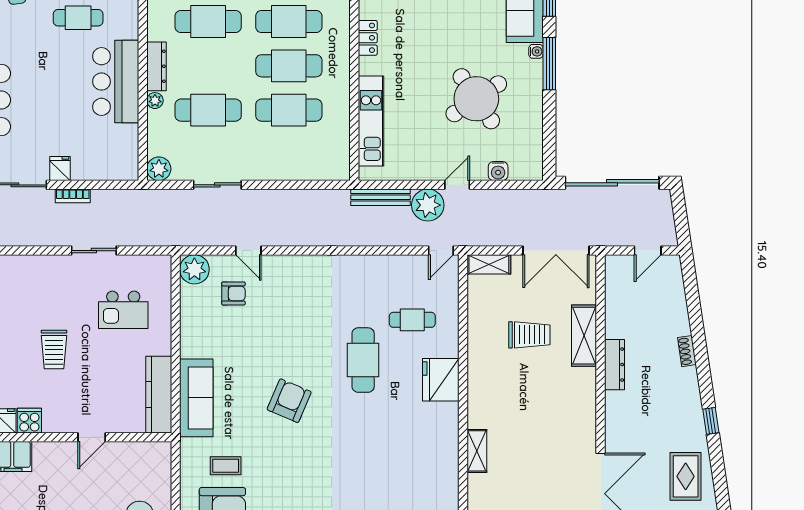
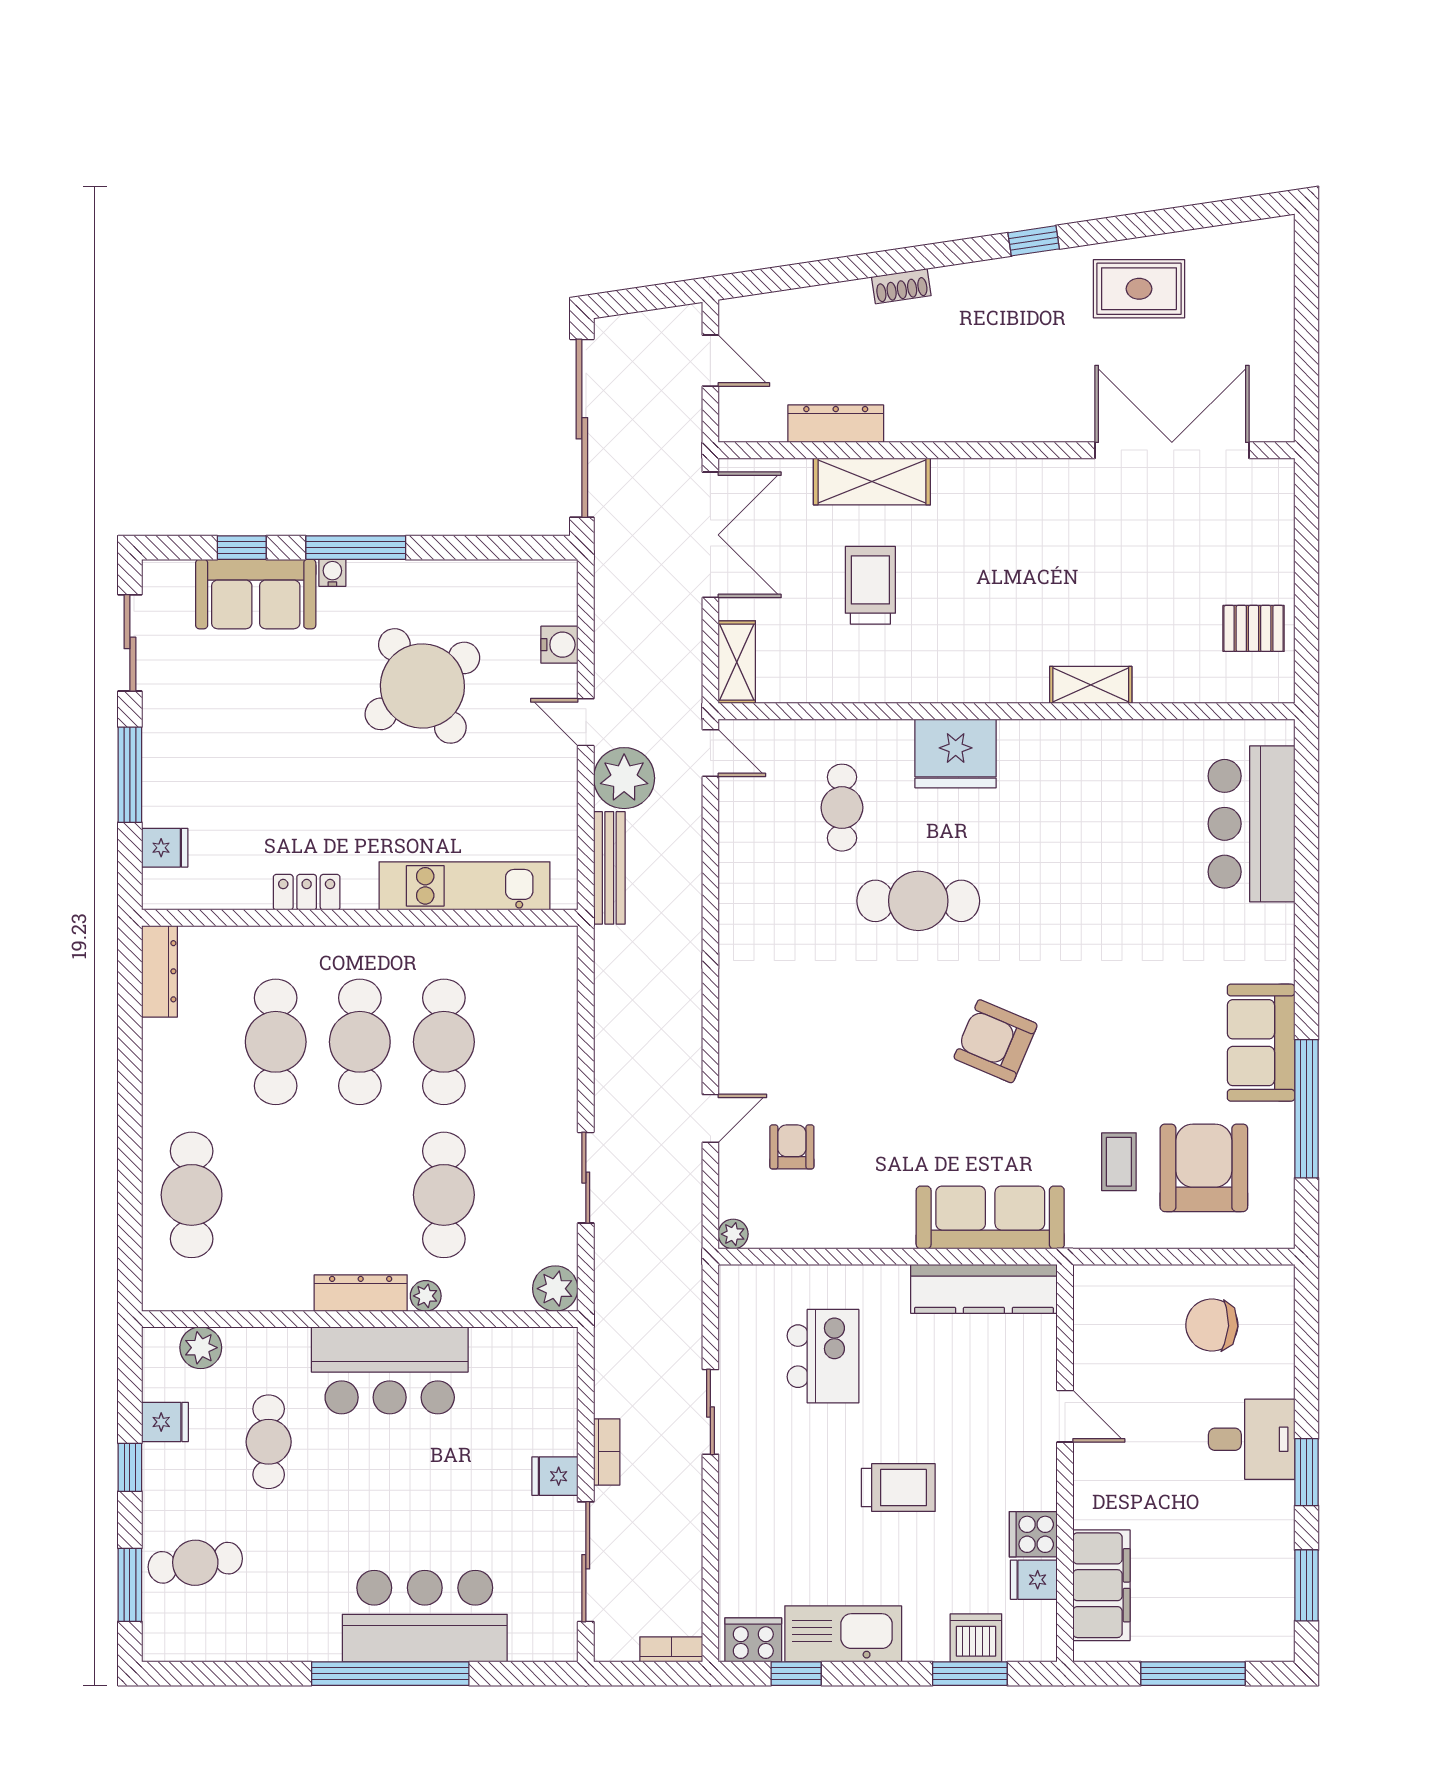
cafe table: (208, 21) -> (276, 1195), removed
plant: (194, 269) -> (733, 1234), width x0.53, depth x0.53
dresser: (614, 365) -> (836, 424), moved

